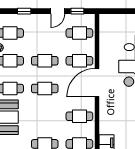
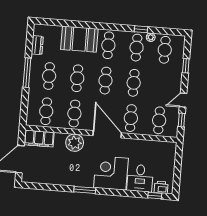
door: (58, 11) -> (183, 100), hinge flipped
plant: (108, 114) -> (75, 143), added
cafe table: (45, 116) -> (77, 78), added

